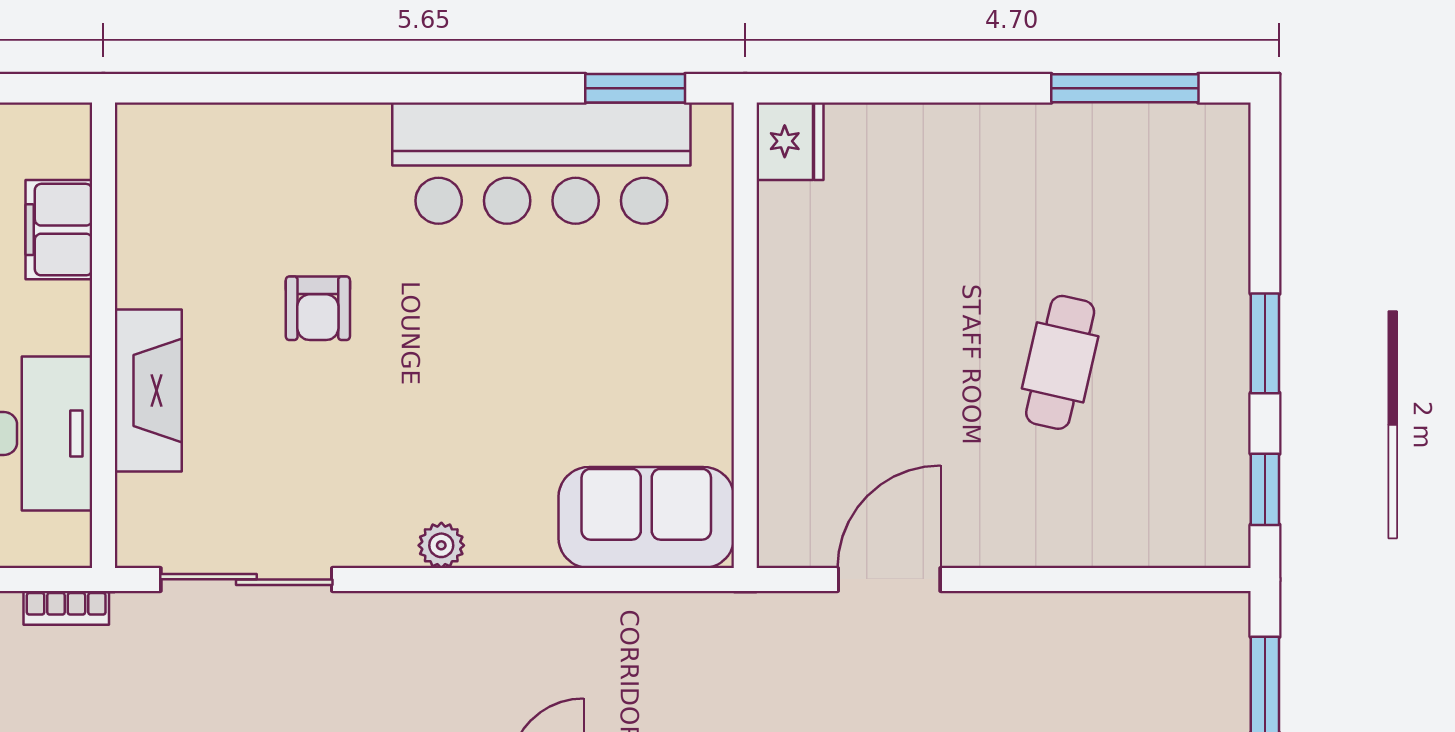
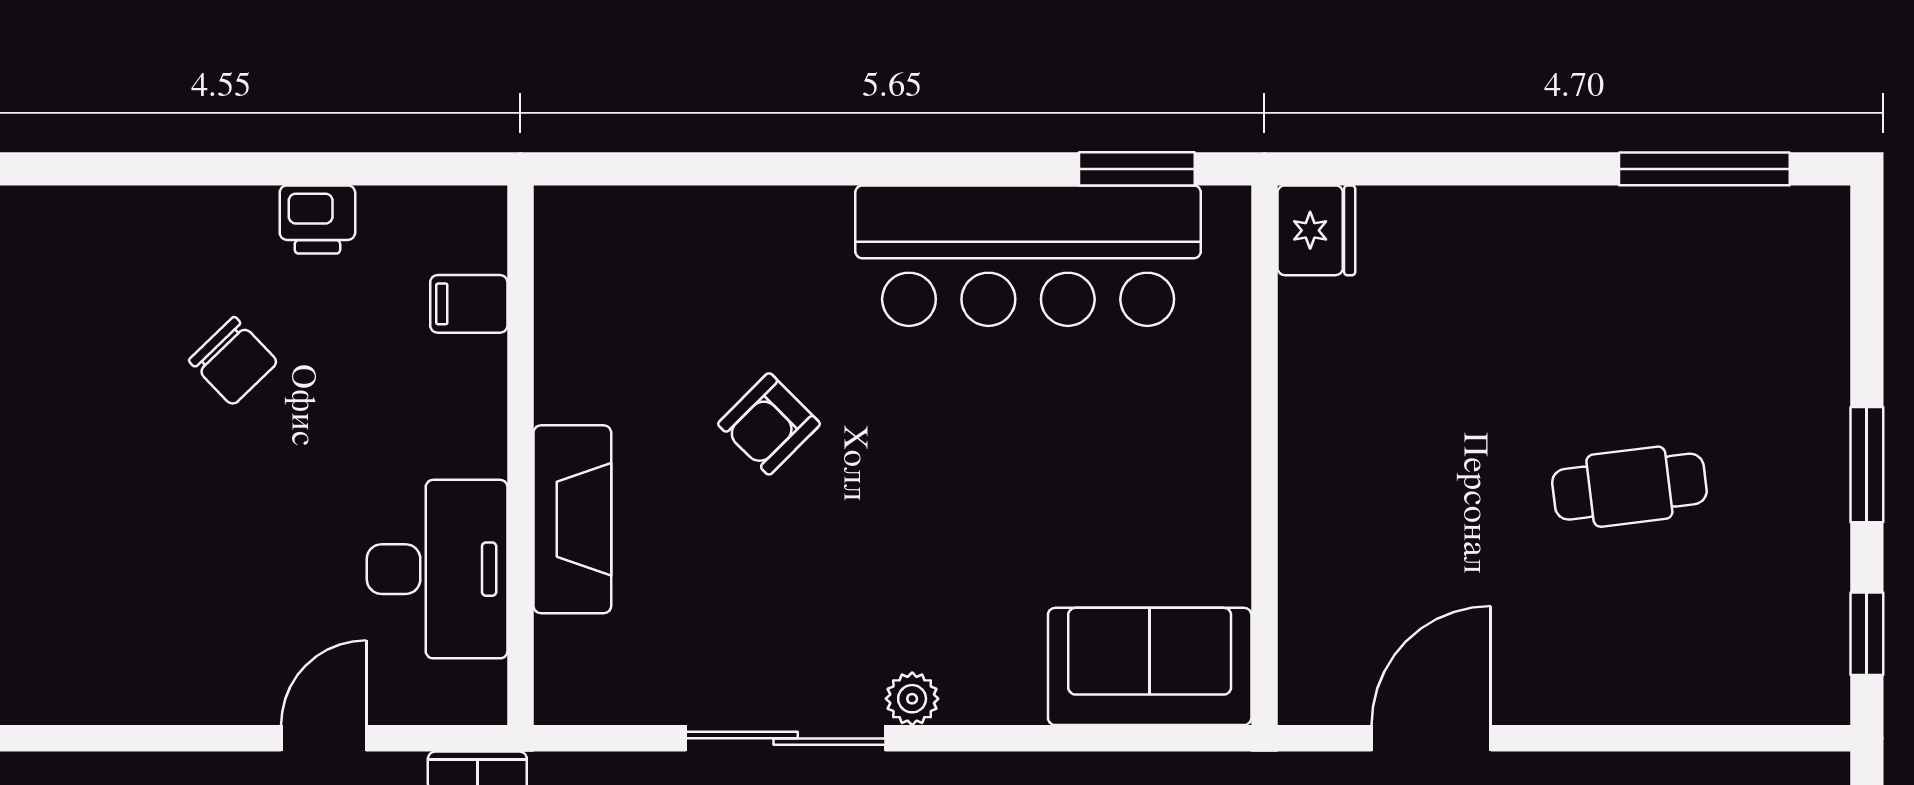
filing cabinet: (59, 230) -> (469, 304), width x0.50
armchair: (318, 308) -> (769, 424), turned 45
cafe table: (1060, 362) -> (1629, 487), turned 70
sliding door: (246, 579) -> (786, 738), moved

